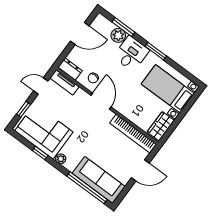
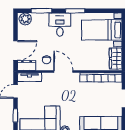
door: (80, 33) -> (15, 50), moved
plant: (118, 35) -> (25, 19), moved

